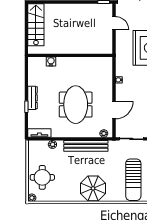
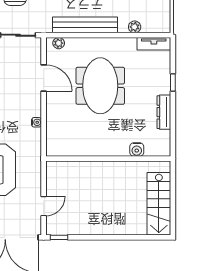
door: (114, 23) -> (44, 206), swing flipped
dresser: (33, 98) -> (164, 112), moved
door: (114, 110) -> (44, 78), swing flipped

